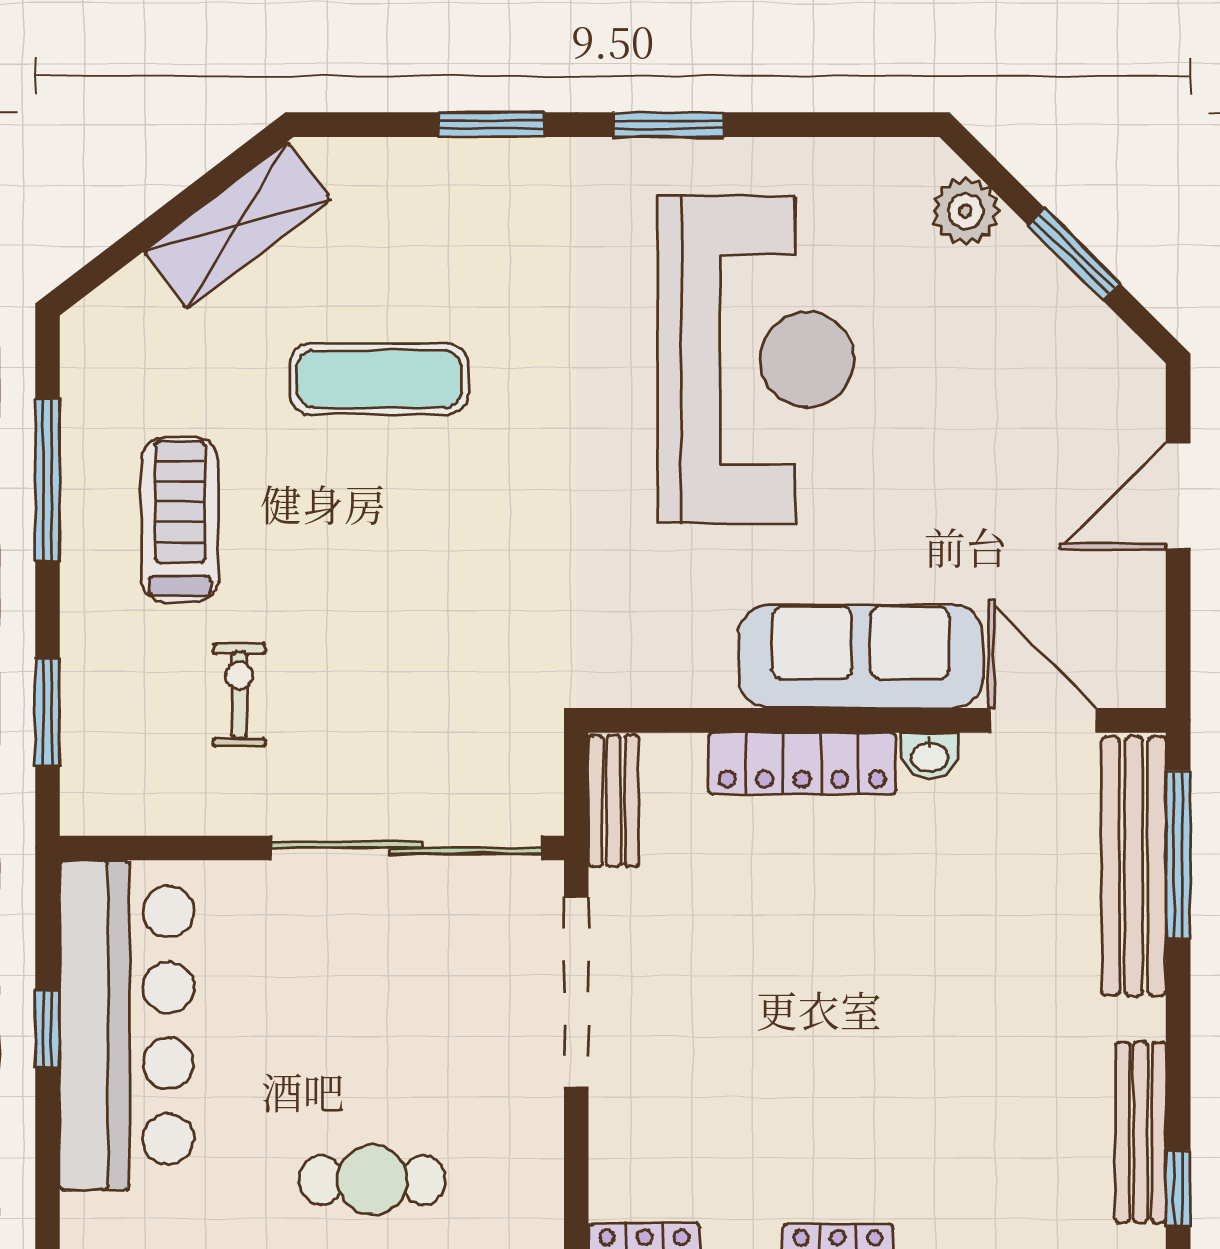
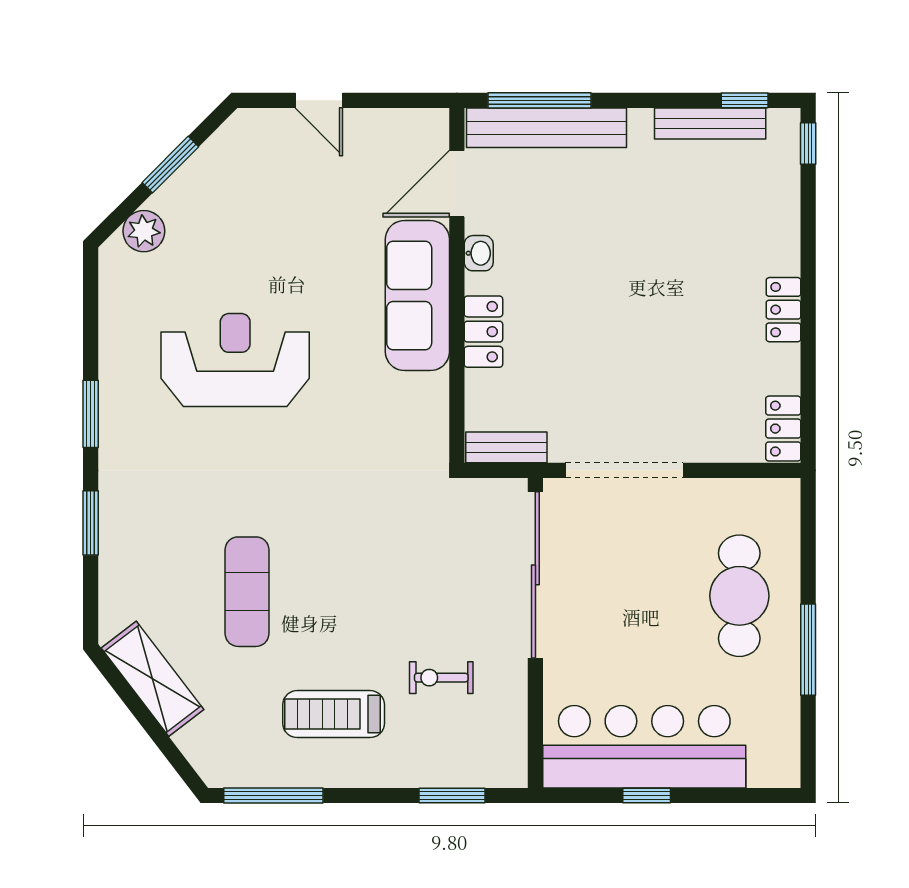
reception desk: (756, 360) -> (235, 360), width x0.74, depth x0.77
window: (47, 480) -> (273, 796), moved
door: (1178, 496) -> (319, 100), width x0.73
locker: (802, 764) -> (483, 332), width x0.66
cafe table: (372, 1180) -> (739, 596), width x1.37, depth x1.35

